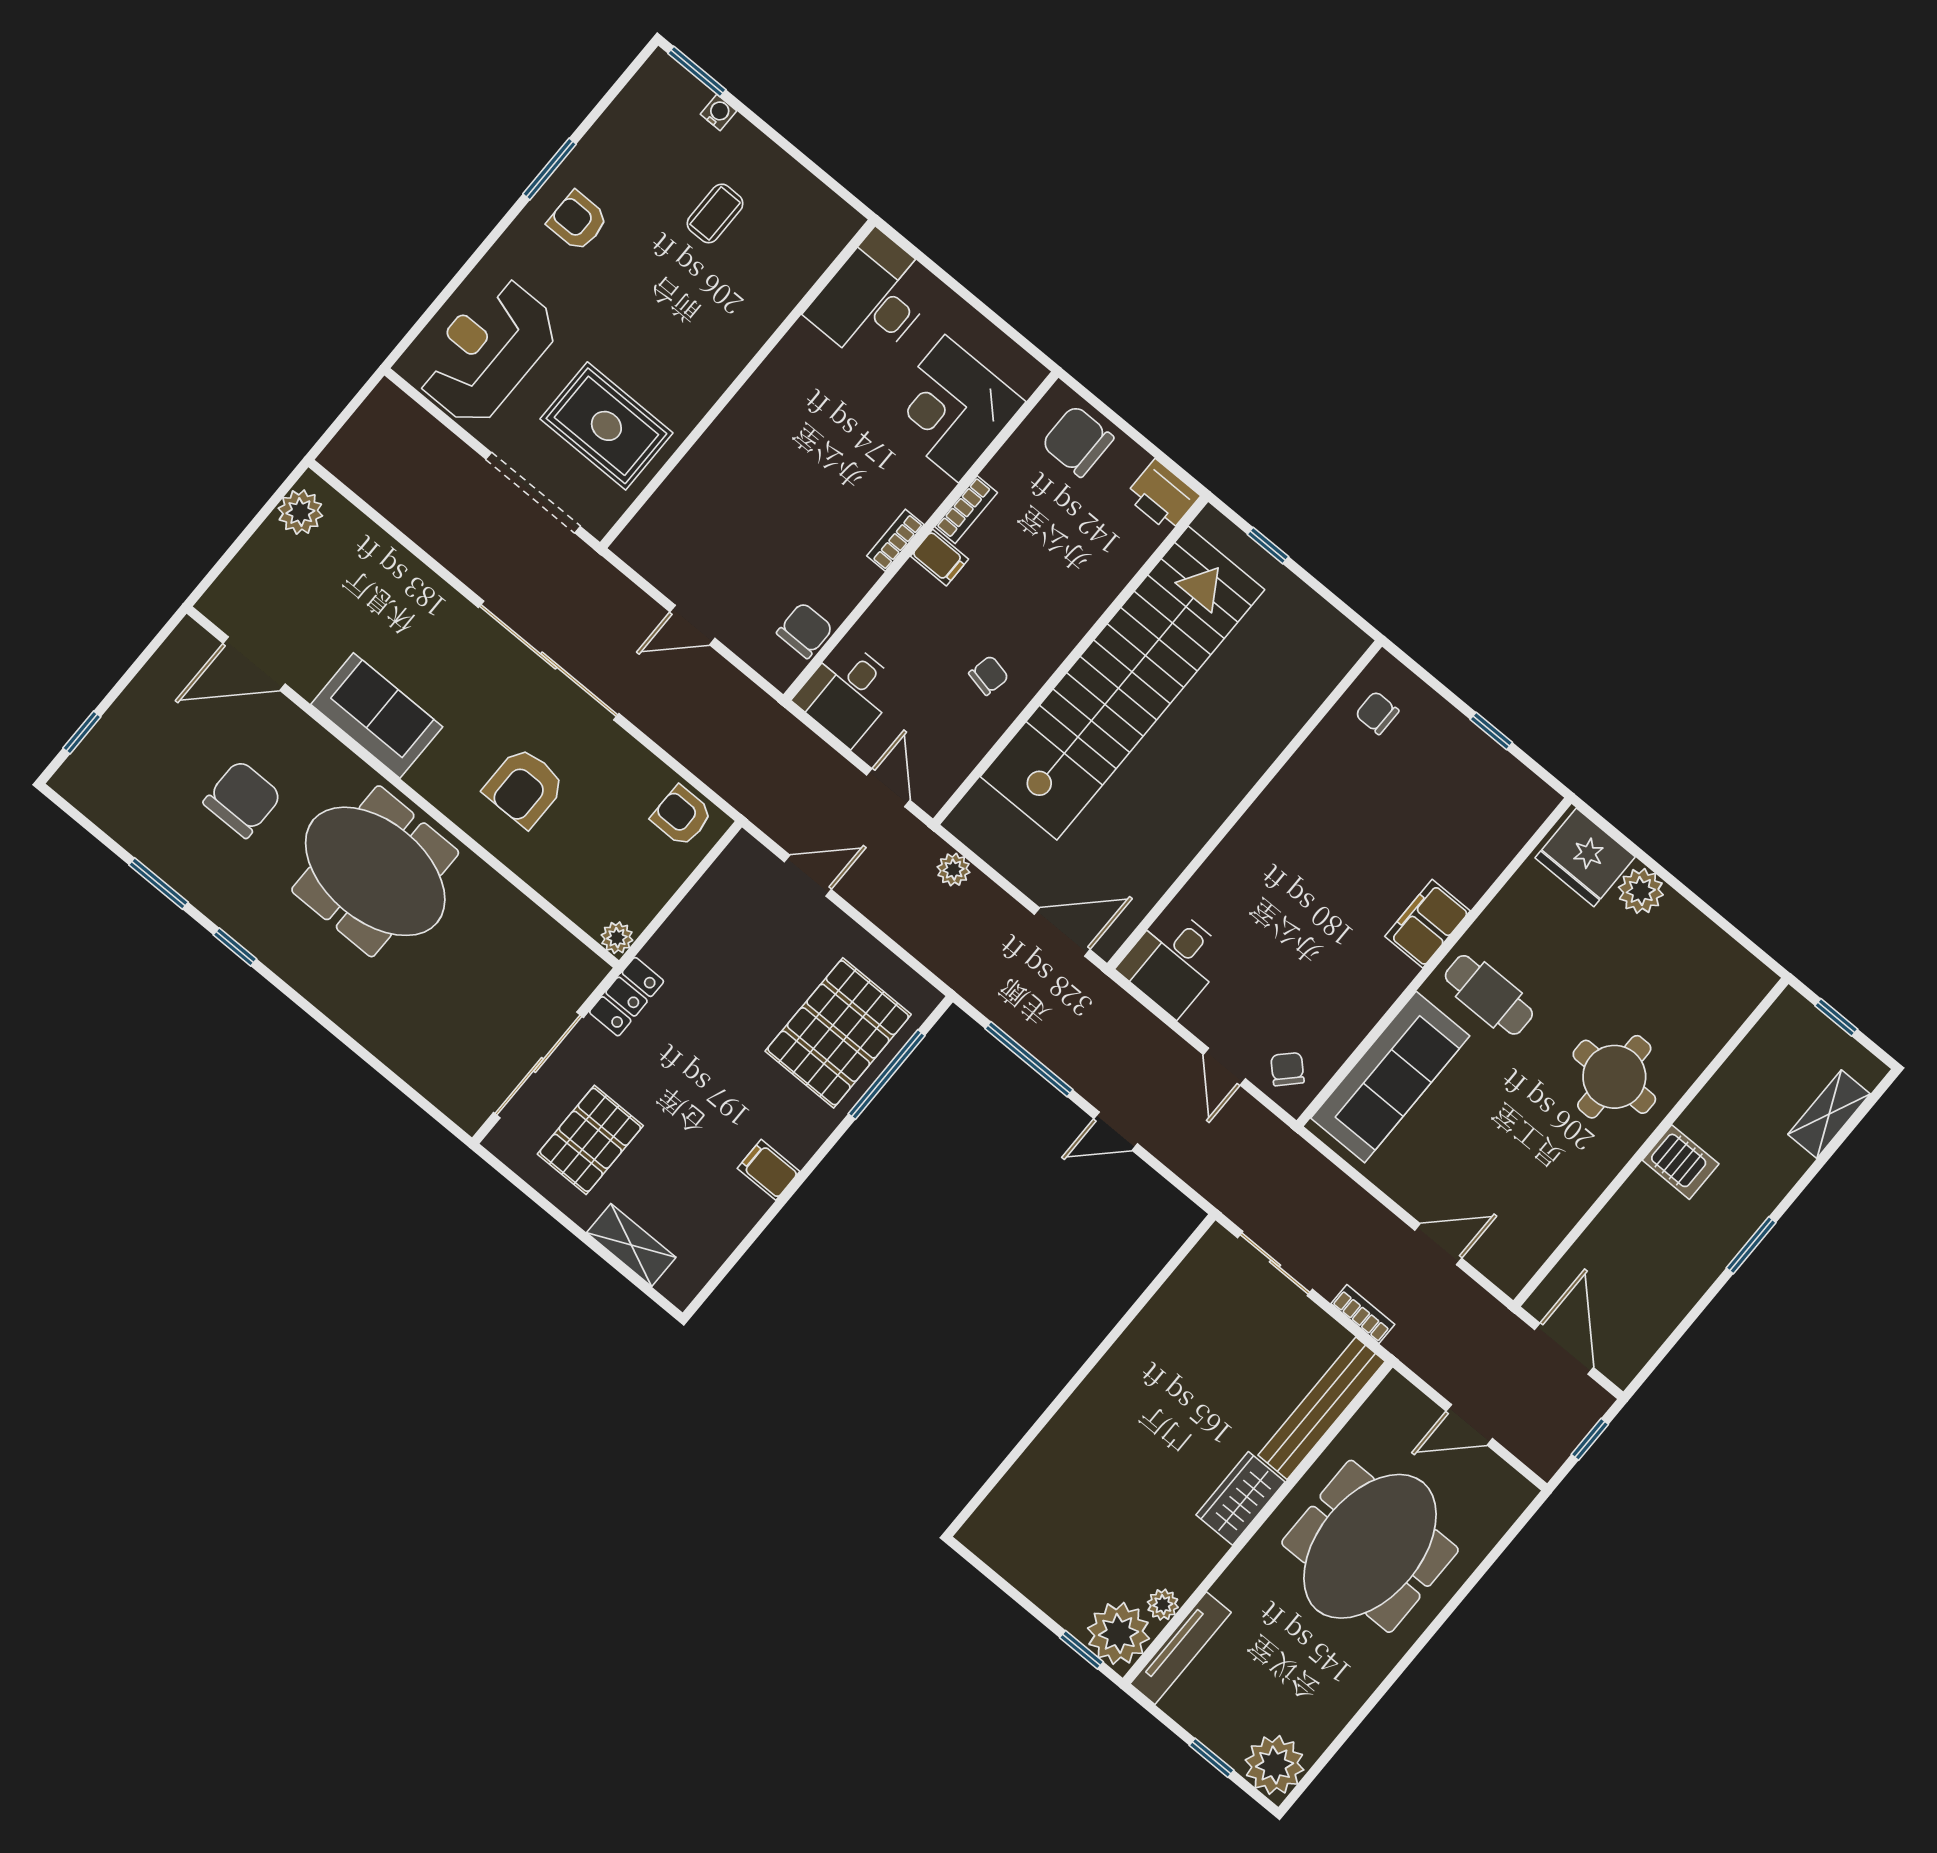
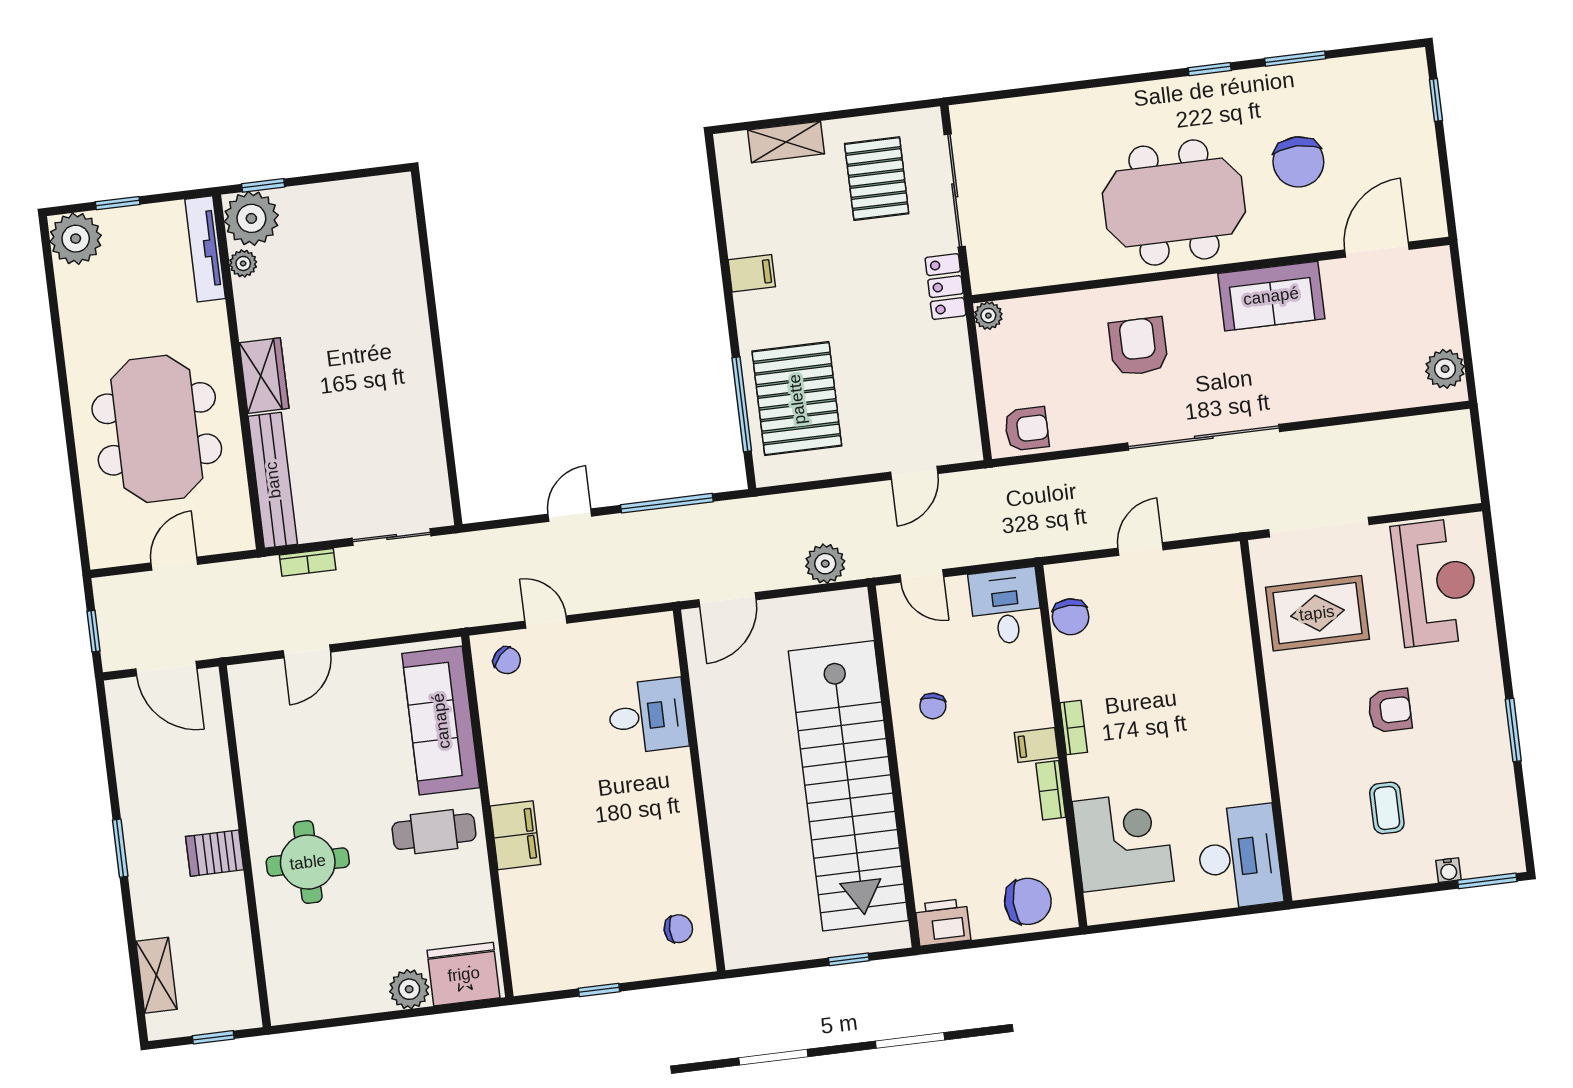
armchair: (578, 221) -> (1390, 710), moved
plant: (954, 870) -> (825, 564), width x1.38, depth x1.38
desk: (1173, 961) -> (648, 716), moved, turned 90

